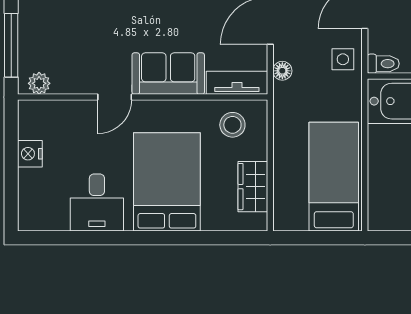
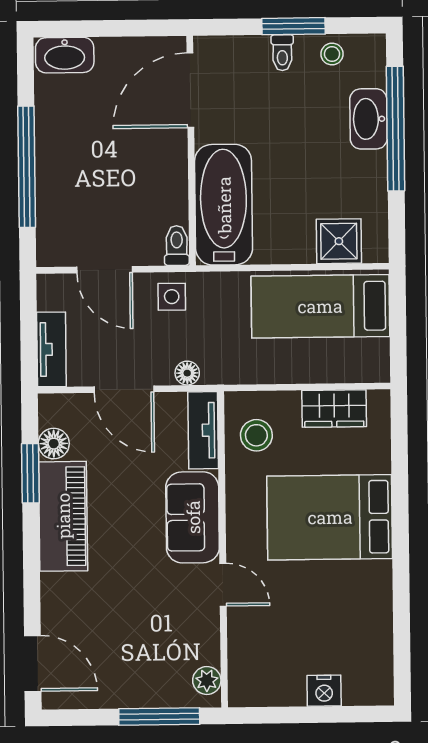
nightstand: (30, 154) -> (324, 691), moved
shower: (385, 192) -> (339, 241), added
desk: (97, 203) -> (357, 606), removed

